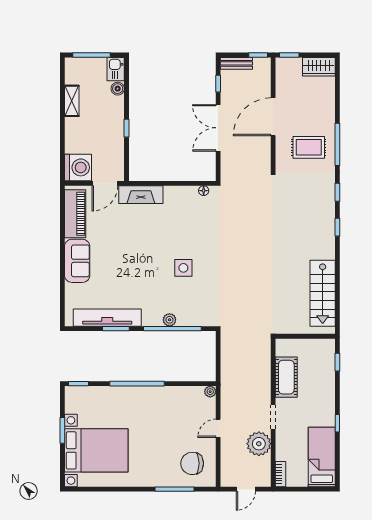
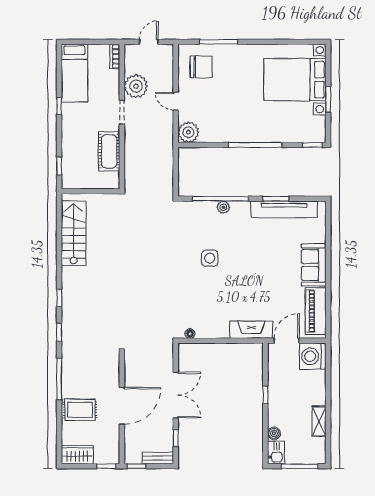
rug: (309, 147) -> (80, 410), moved
plant: (210, 392) -> (188, 132), width x1.87, depth x1.87
door: (218, 428) -> (176, 101), swing flipped

